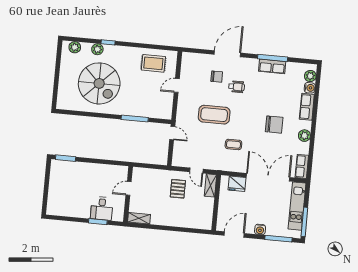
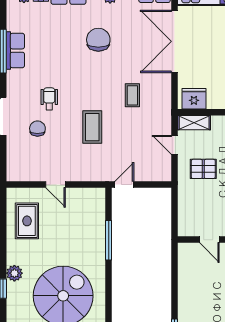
plant: (97, 49) -> (14, 273), moved
coffee table: (214, 115) -> (92, 127), width x0.73, depth x0.76
door: (196, 170) -> (175, 145), swing flipped
fridge: (237, 184) -> (194, 99), moved, turned -90

